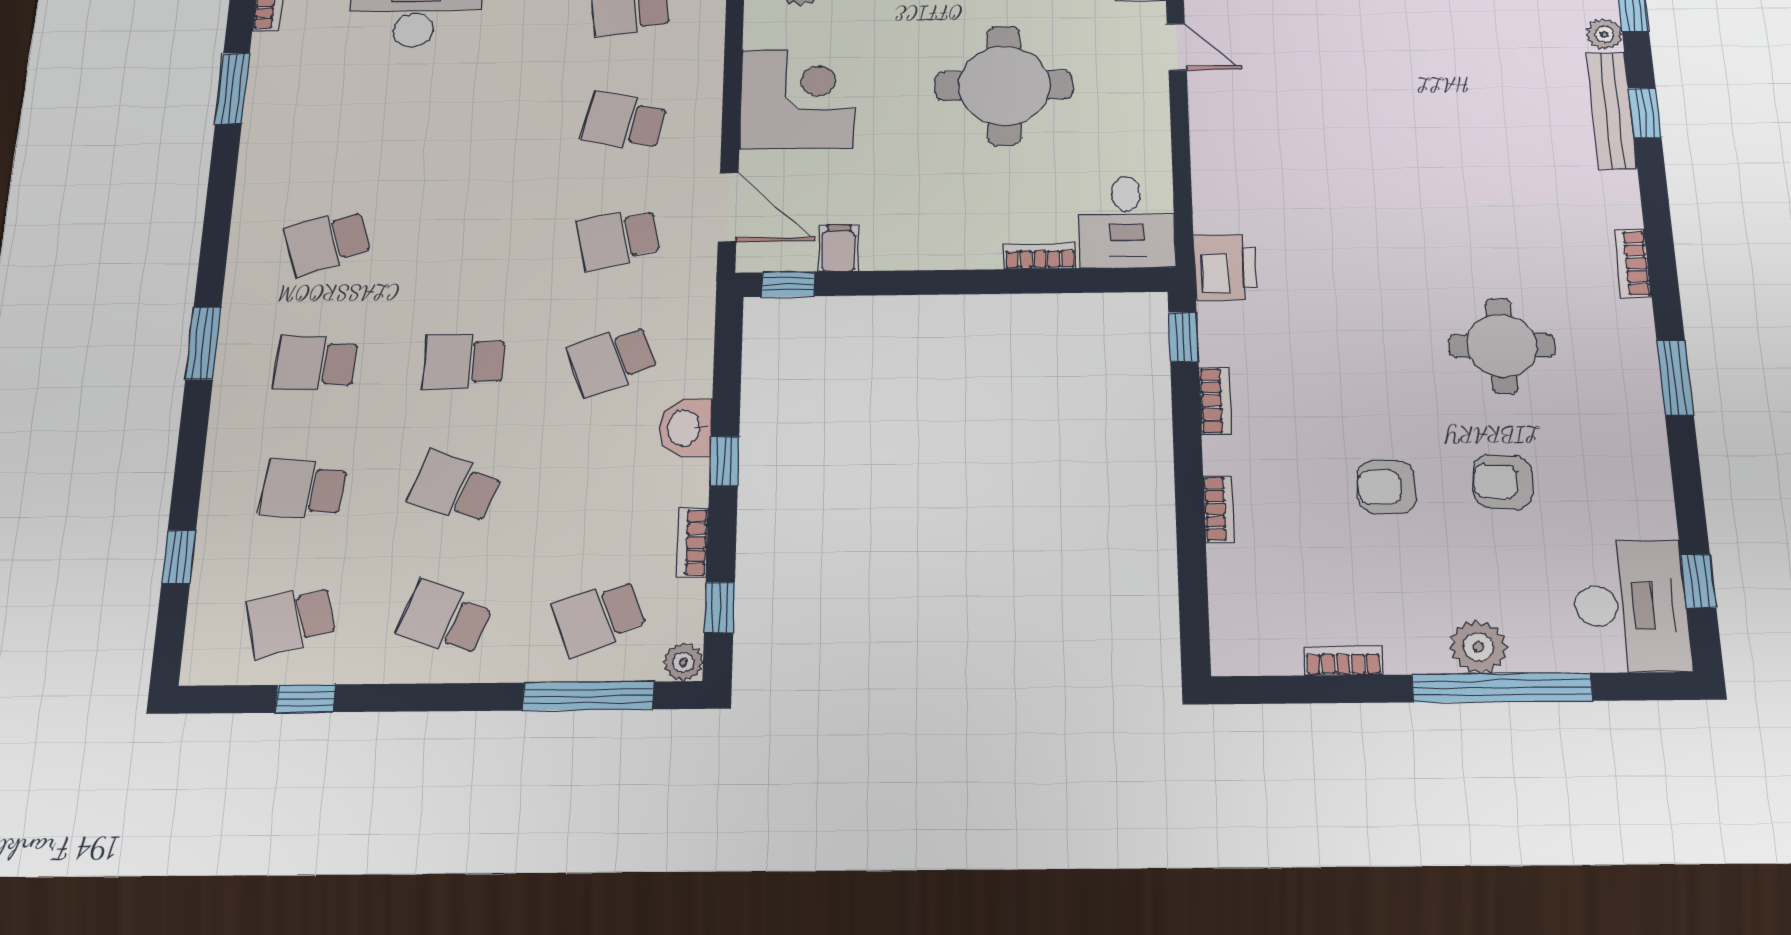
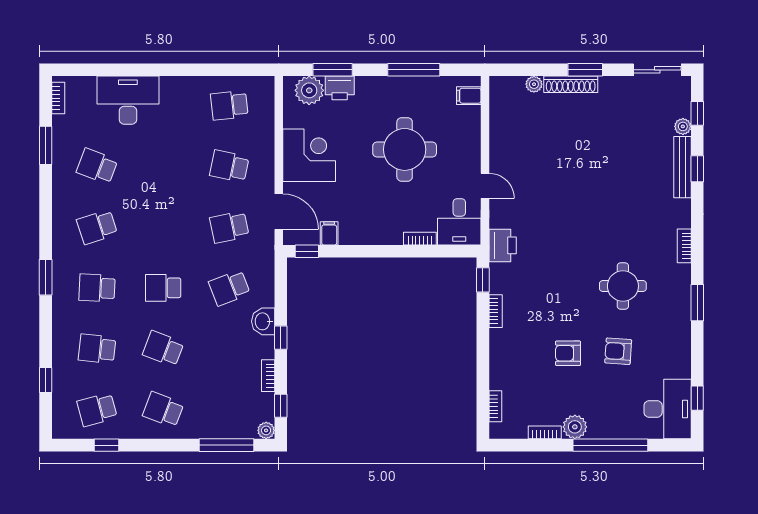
door: (1177, 47) -> (485, 186), moved
bookcase: (1219, 509) -> (495, 406), moved
school desk: (599, 617) -> (97, 166), moved, turned 42
plant: (1478, 647) -> (575, 427), moved

